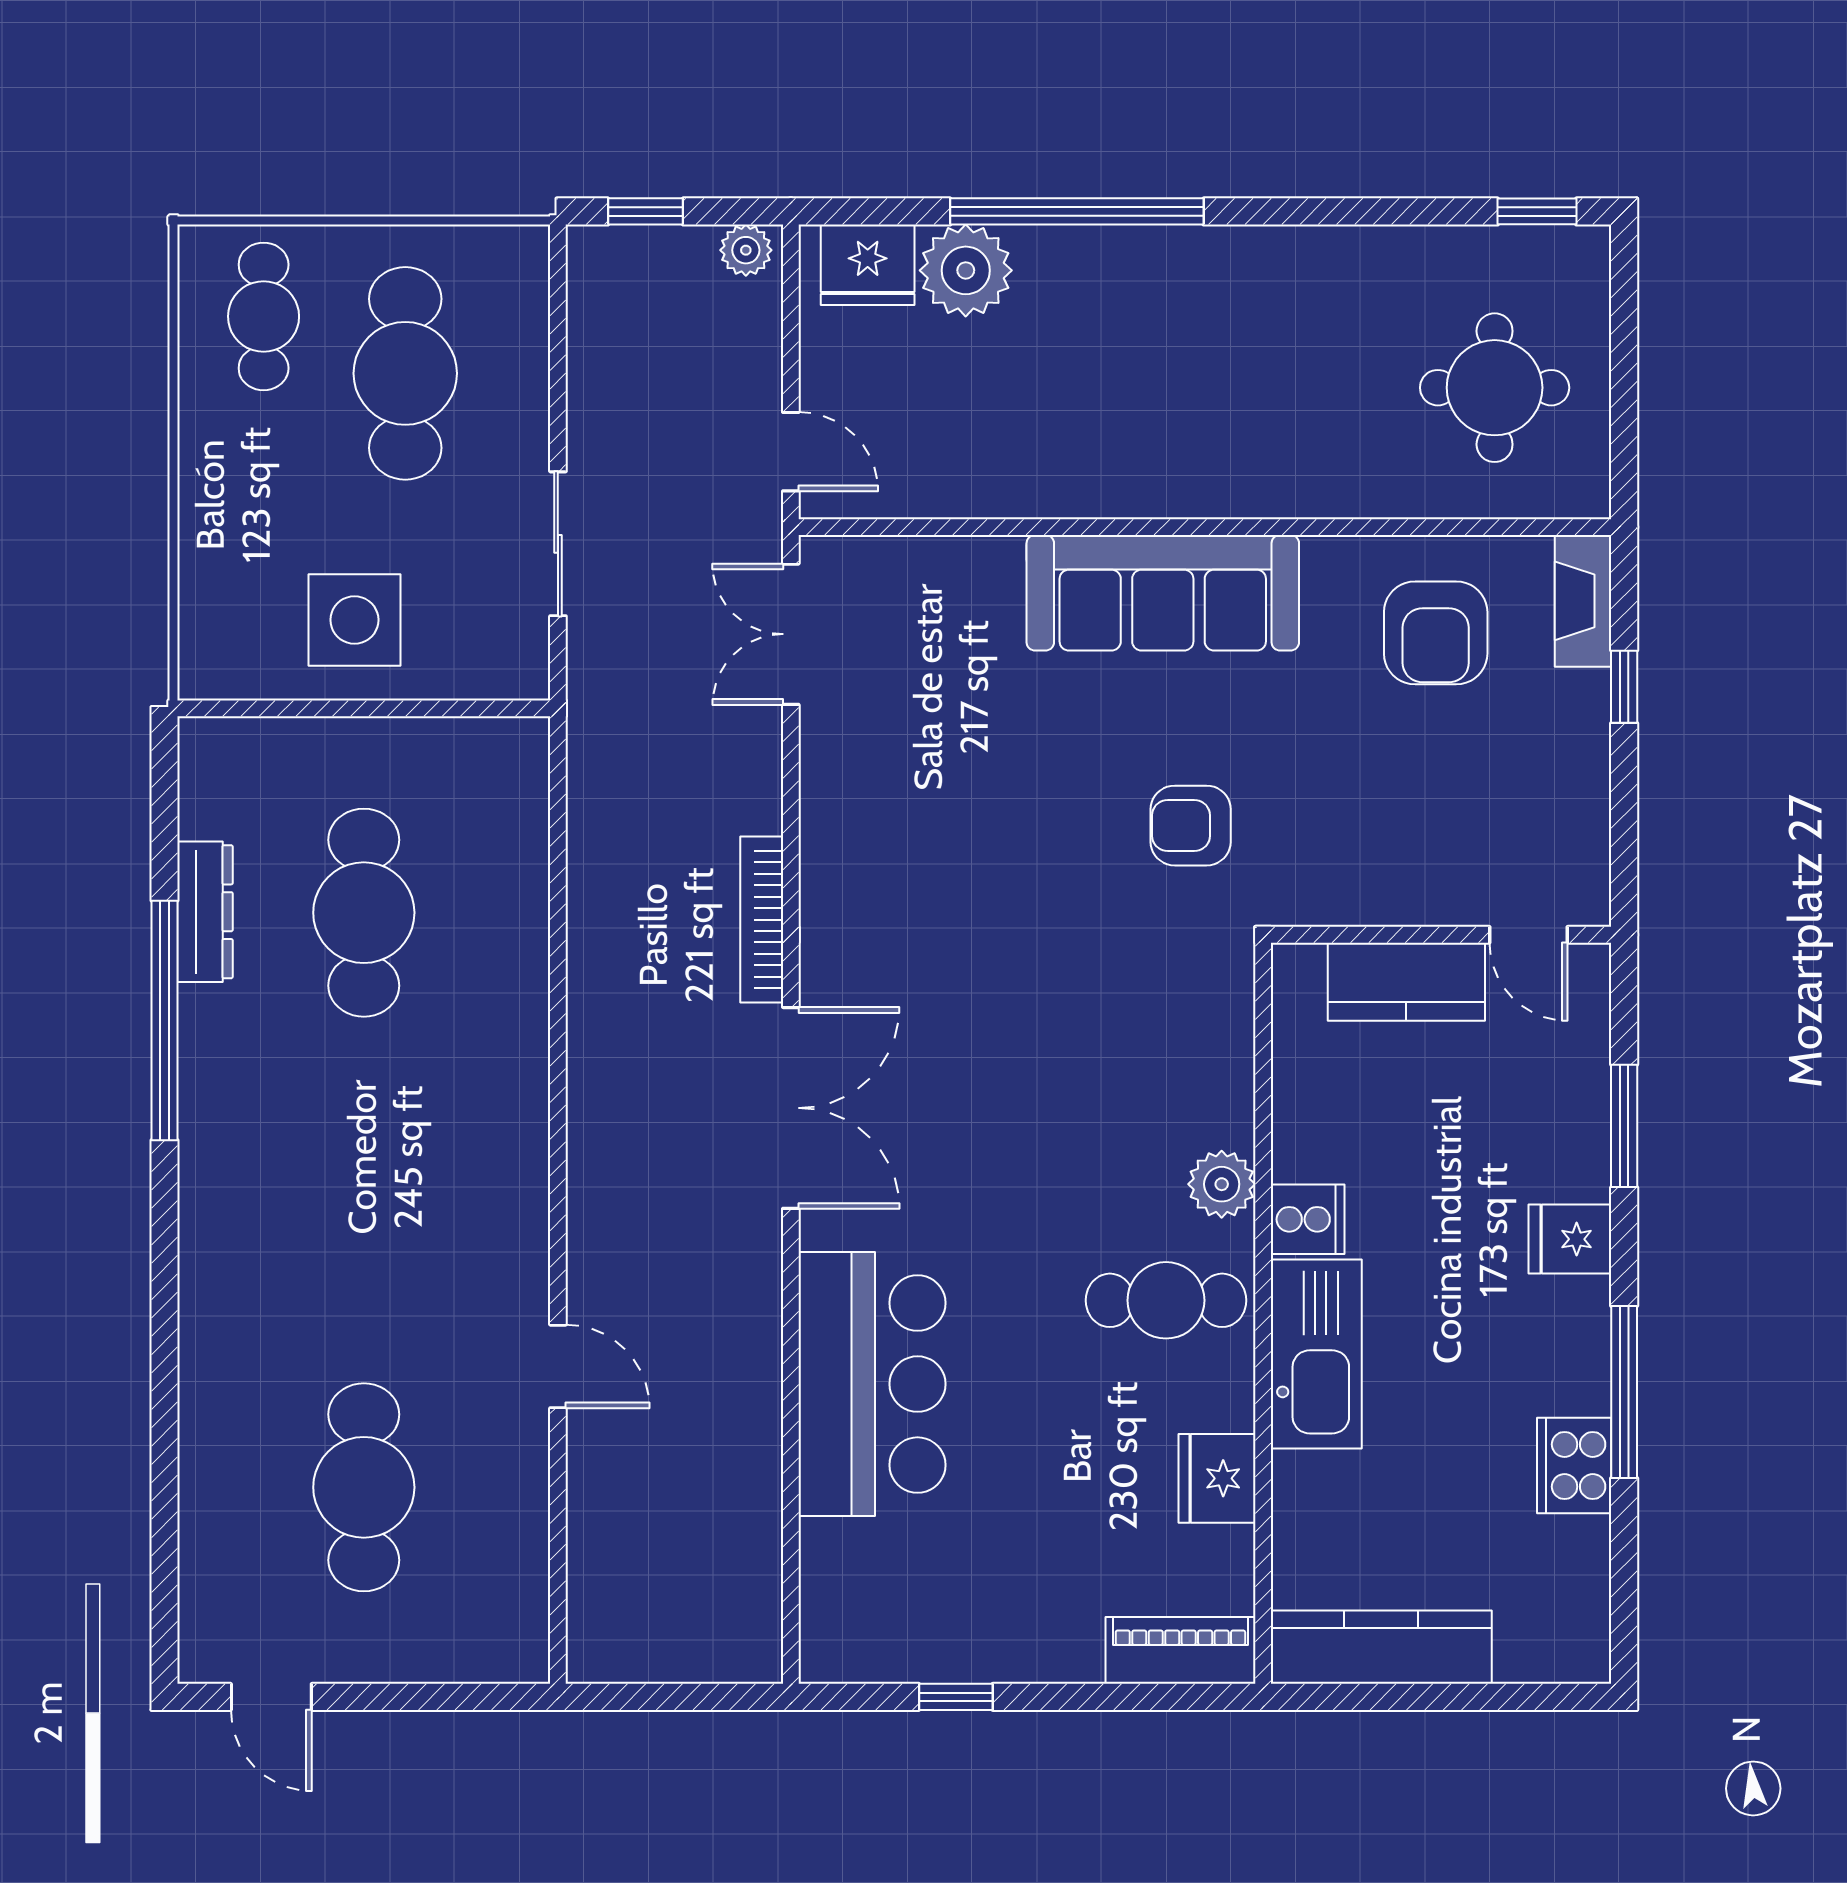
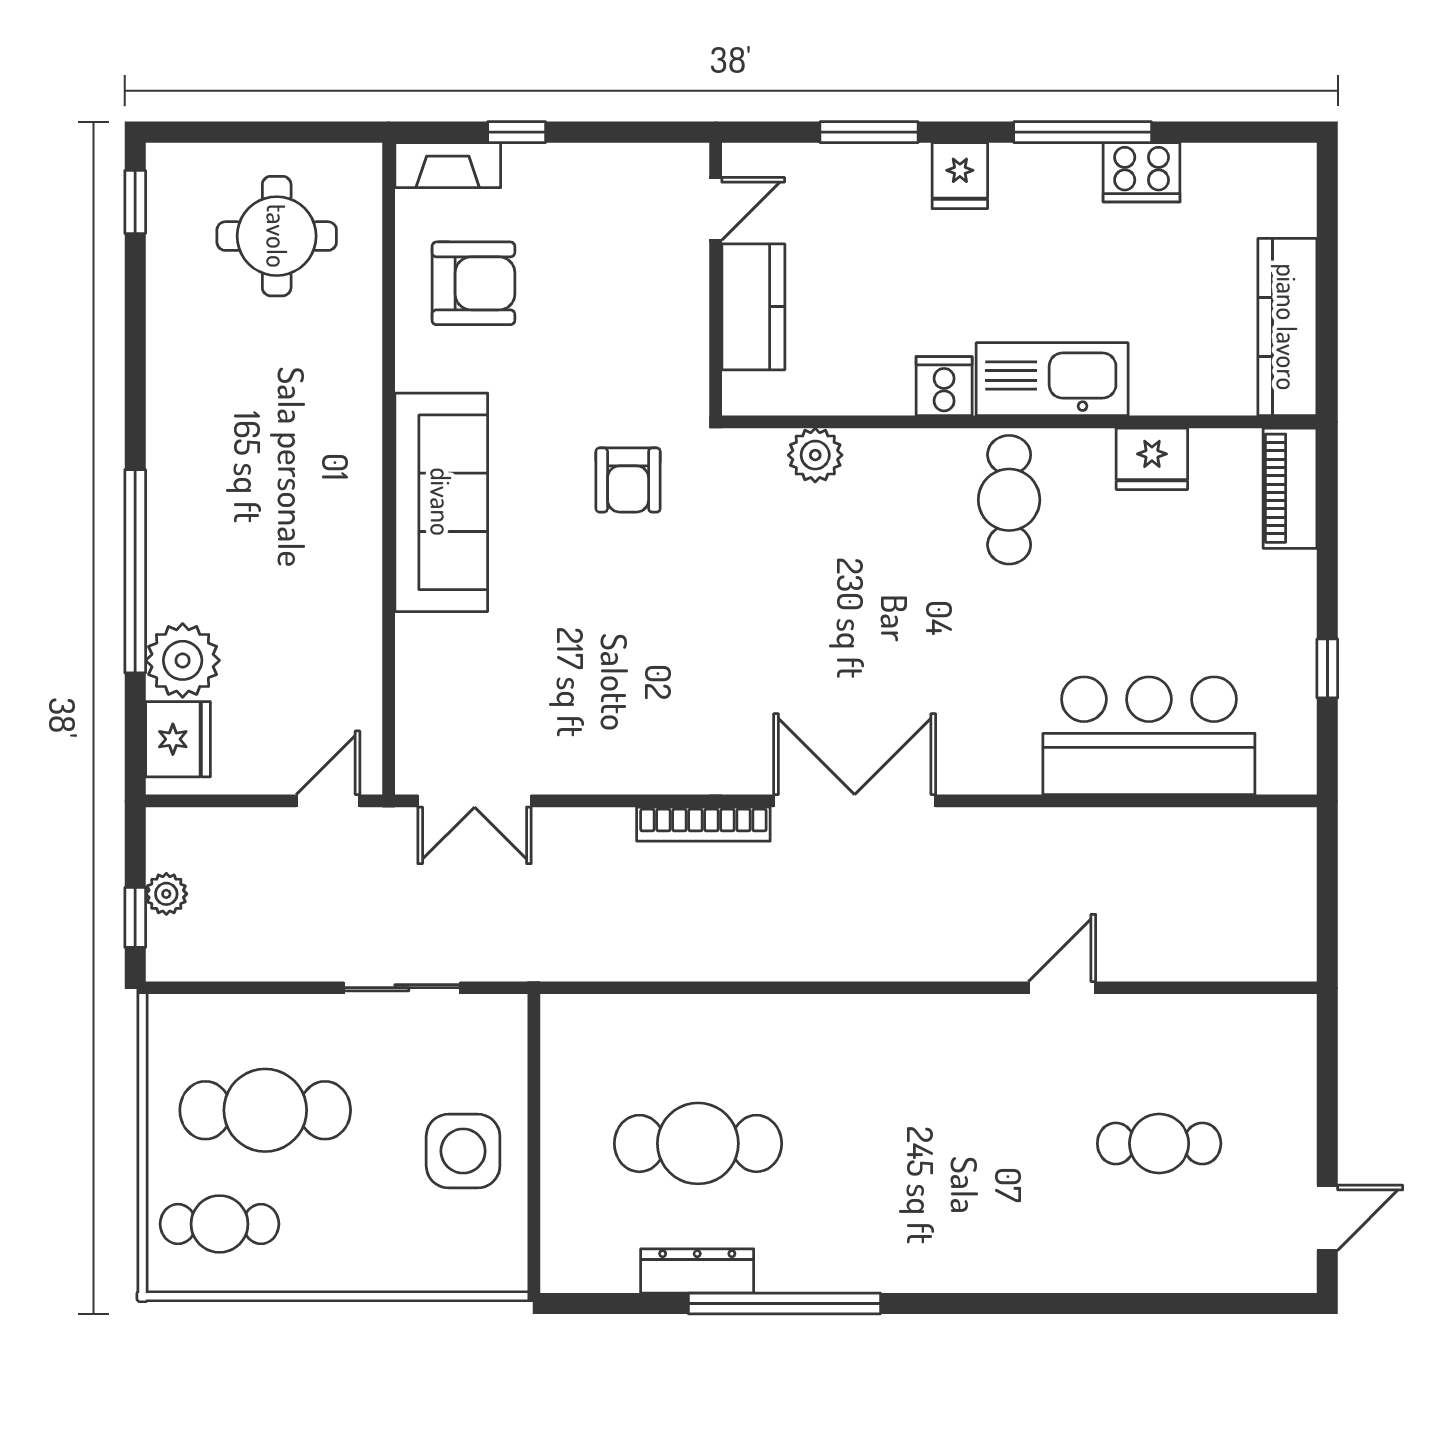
plant: (746, 250) -> (166, 894), moved
plant: (1222, 1184) -> (815, 455), moved
bar counter: (872, 1384) -> (1149, 736), moved
cafe table: (364, 1487) -> (1159, 1143), width x0.73, depth x0.74

